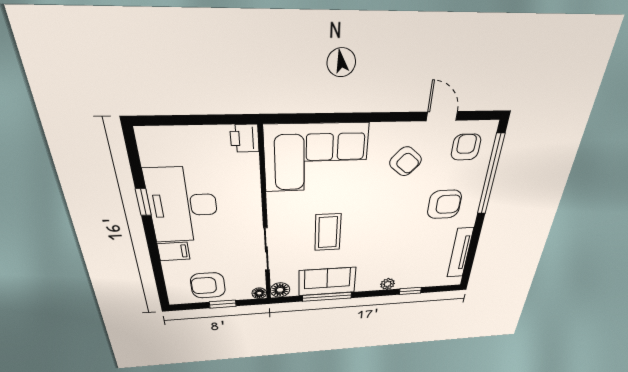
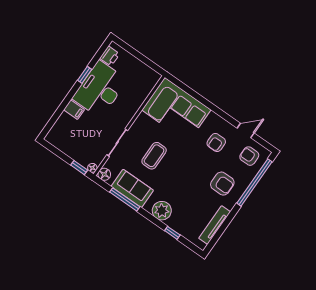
door: (442, 116) -> (246, 131), hinge flipped
printer: (245, 138) -> (110, 56), moved, turned 180
armchair: (466, 147) -> (249, 156), turned -90
armchair: (405, 161) -> (216, 143), turned 49
plant: (388, 284) -> (162, 211), width x1.87, depth x1.87
armchair: (208, 285) -> (72, 142), removed
window: (223, 304) -> (79, 168), moved

